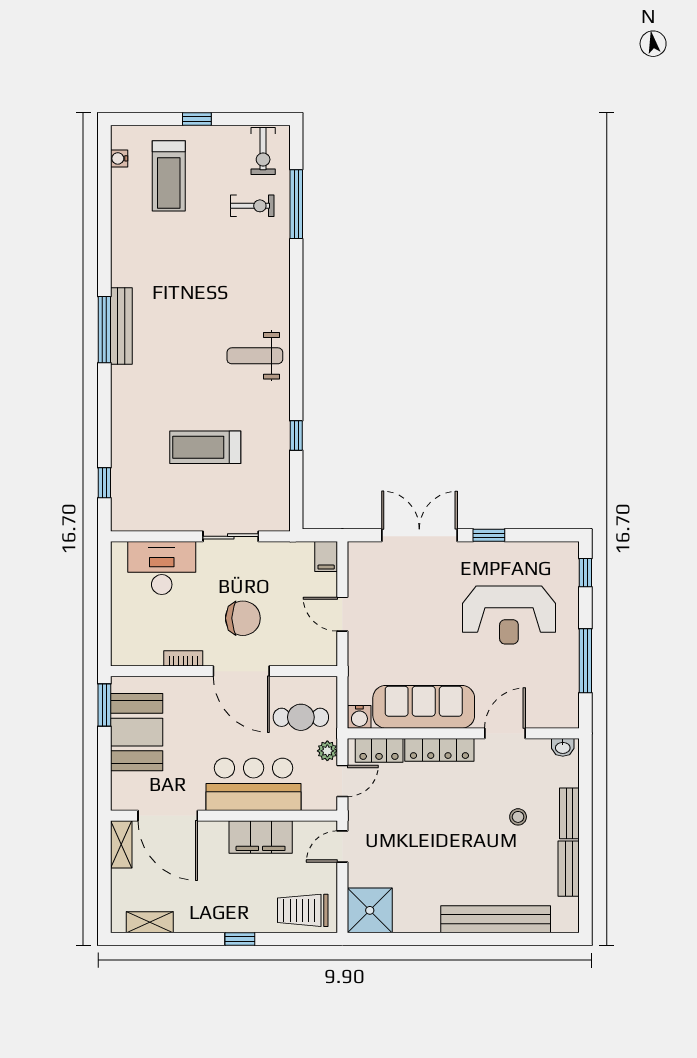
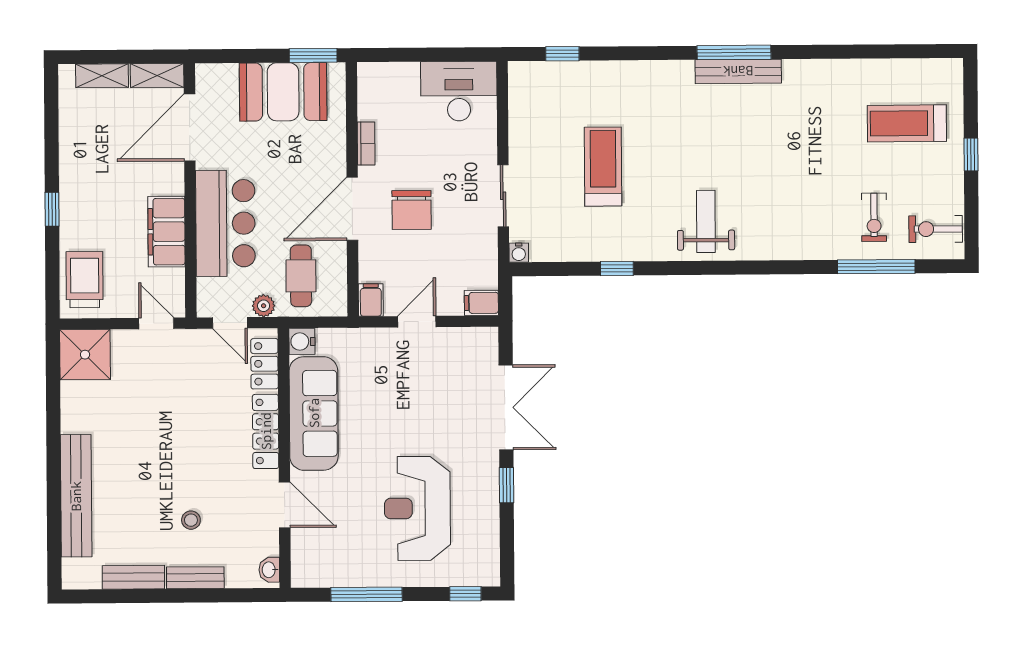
water cooler: (119, 158) -> (519, 253), moved, turned 180
desk: (162, 568) -> (459, 91), moved, turned -90
filing cabinet: (323, 655) -> (371, 300), added
shelving: (150, 922) -> (102, 76), moved, turned 90

